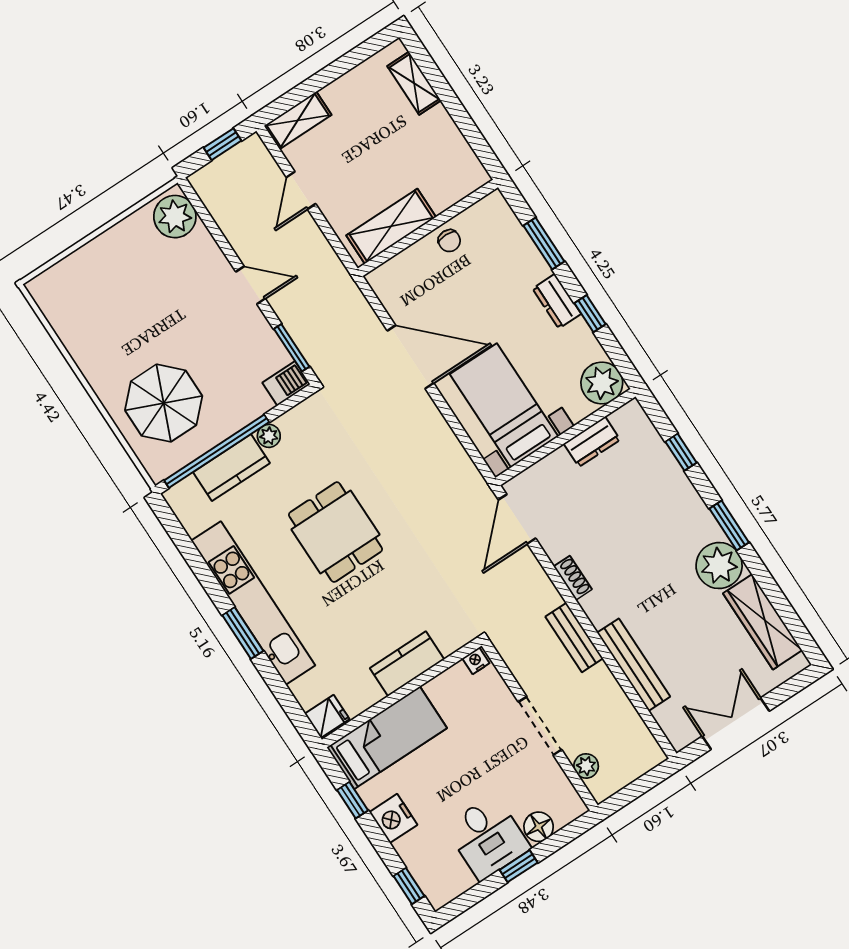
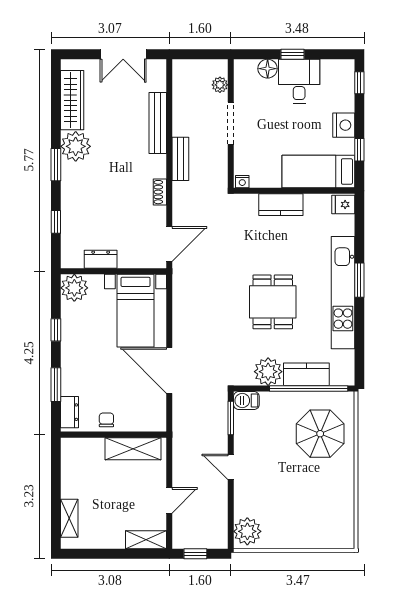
dresser: (557, 301) -> (69, 412), moved
plant: (269, 436) -> (268, 372), width x1.88, depth x1.88

